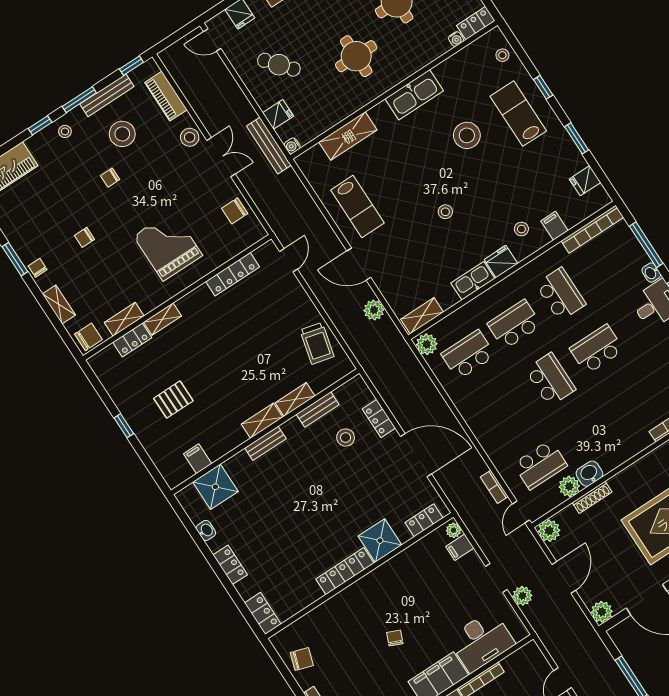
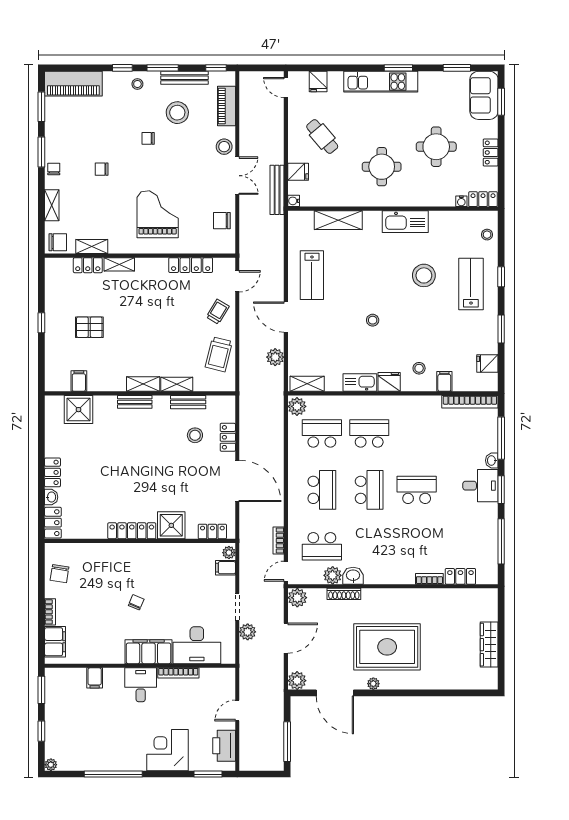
school desk: (561, 294) -> (322, 490), moved
trolley: (289, 302) -> (218, 312), added
washbasin: (206, 530) -> (51, 497), moved
chair: (302, 659) -> (60, 574), turned 81

